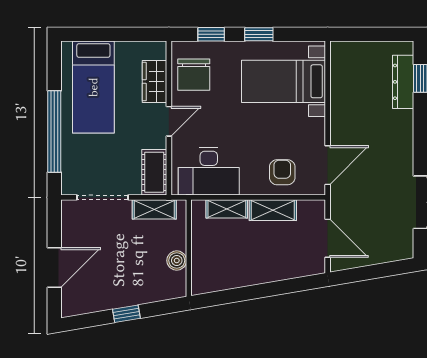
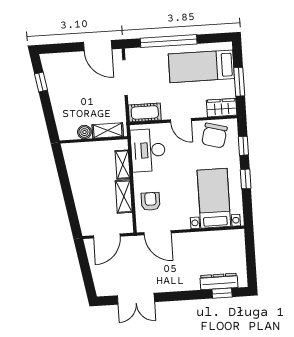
window: (119, 34) -> (239, 82), added
chair: (194, 75) -> (214, 136), turned -75
wardrobe: (154, 82) -> (222, 108), moved
armchair: (282, 172) -> (151, 201), turned -90
shelving: (154, 209) -> (108, 130), moved, turned 90
door: (54, 267) -> (98, 46), moved
window: (126, 314) -> (41, 82), moved

